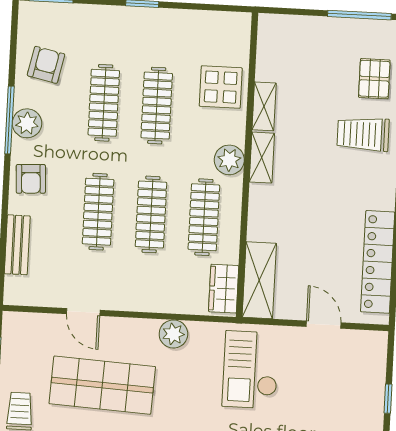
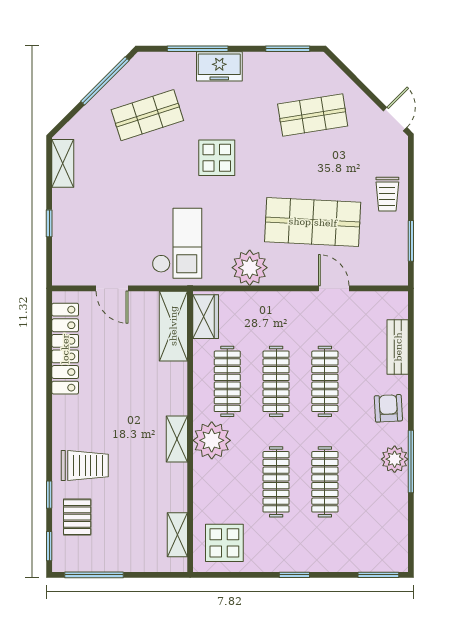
armchair: (46, 65) -> (380, 514), removed
display table: (221, 87) -> (224, 543), moved
shelving: (264, 106) -> (177, 535), moved
plant: (229, 160) -> (212, 440), width x1.36, depth x1.36
plant: (173, 334) -> (250, 268), width x1.36, depth x1.36

